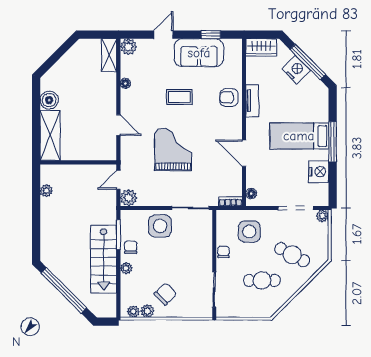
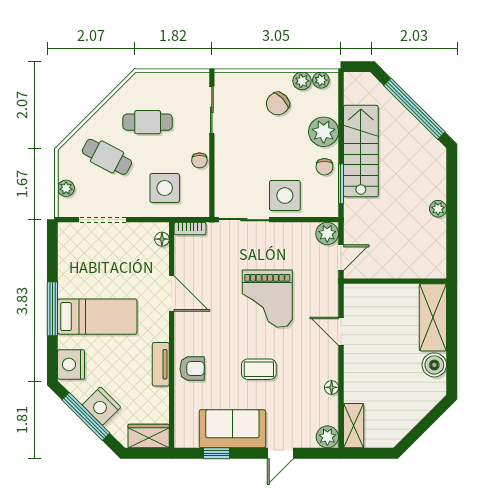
nightstand: (319, 172) -> (71, 364), moved
plant: (46, 191) -> (438, 209), moved
plant: (323, 216) -> (66, 188), moved
plant: (126, 268) -> (324, 132), width x1.87, depth x1.87

